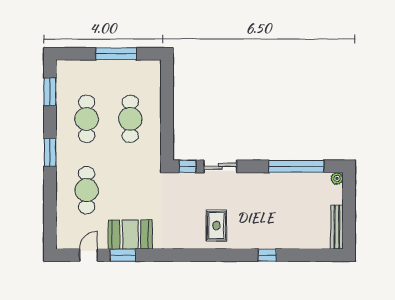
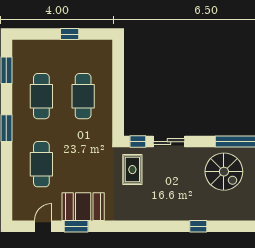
window: (116, 54) -> (70, 34), width x0.46
spiral stairs: (278, 198) -> (224, 172), added
rug: (216, 225) -> (132, 170), moved
window: (267, 255) -> (198, 226), moved

